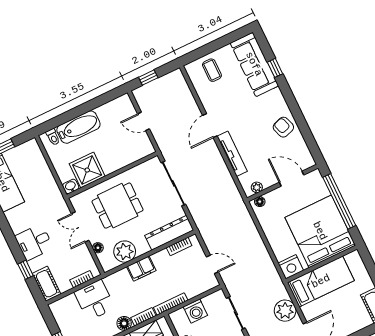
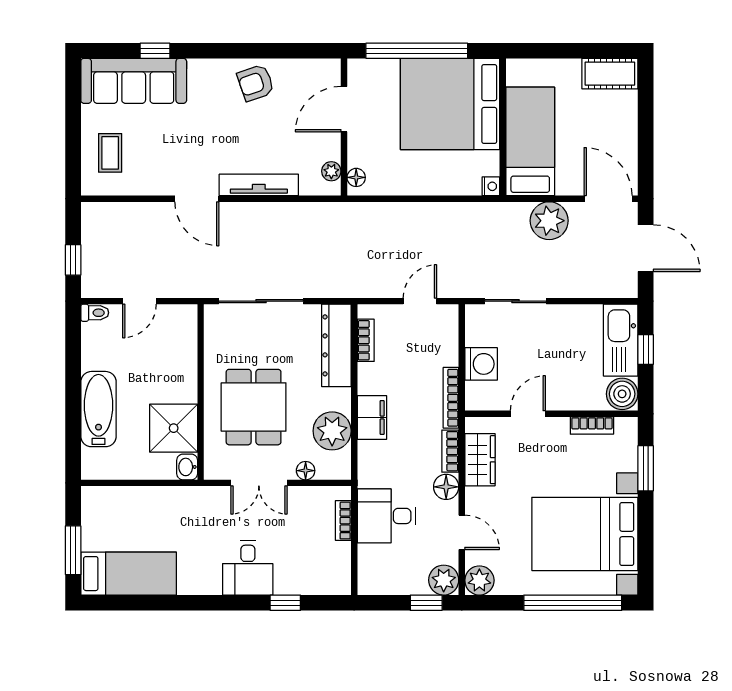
coffee table: (212, 70) -> (110, 153), turned 90
toilet: (53, 137) -> (95, 313), moved
nightstand: (291, 267) -> (491, 186), width x0.53, depth x0.56
cot: (47, 284) -> (324, 580), removed

